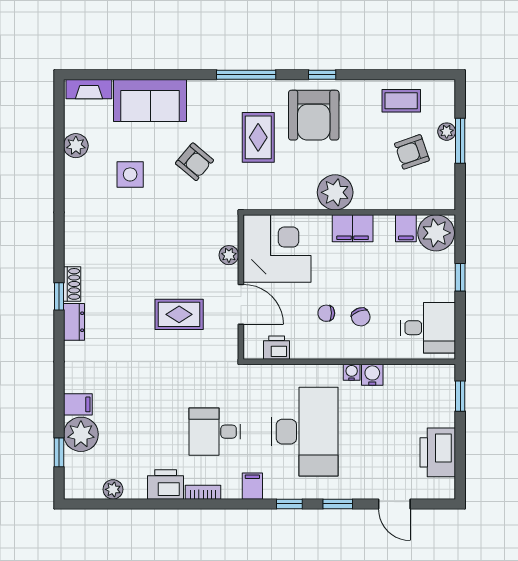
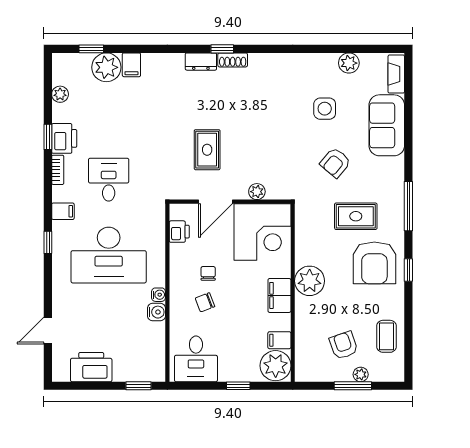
armchair: (314, 115) -> (374, 263), turned -90
window: (338, 504) -> (48, 137), moved

